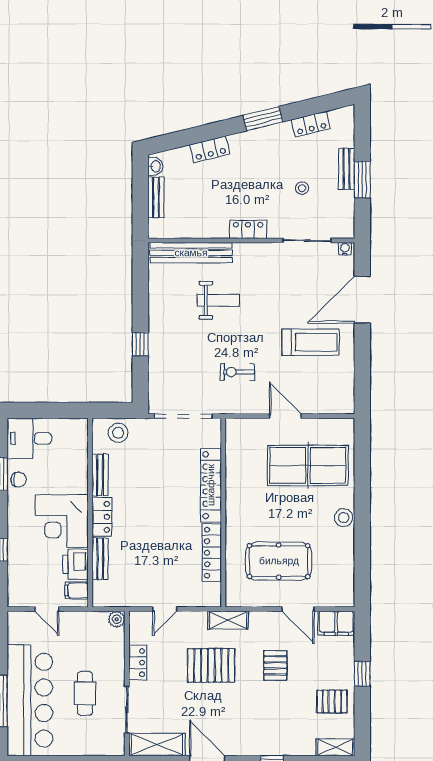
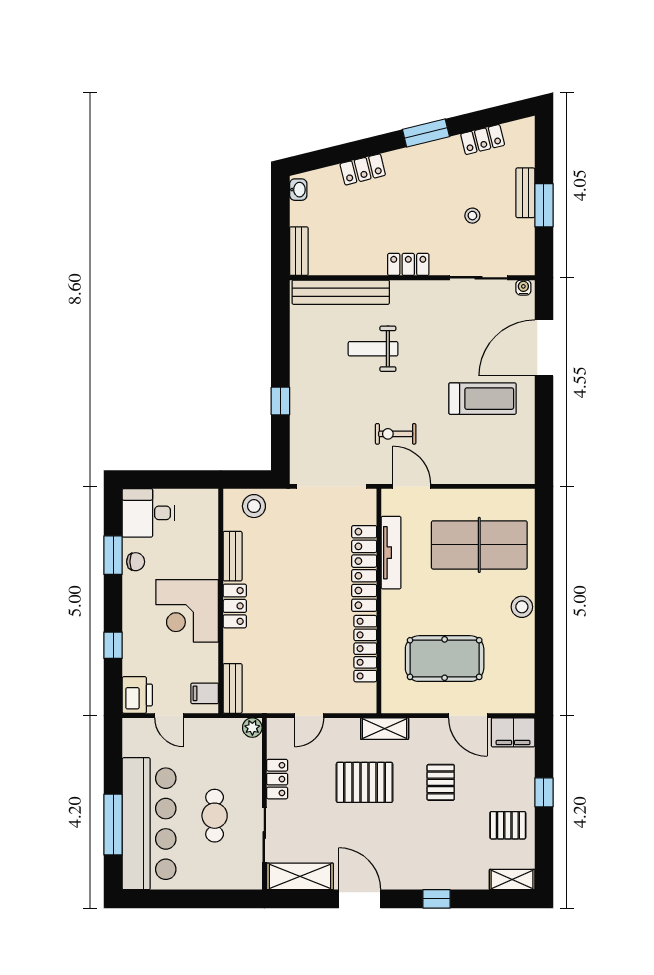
bench: (156, 197) -> (299, 251), moved
weight bench: (218, 300) -> (373, 349), turned 180
door: (285, 416) -> (412, 486), moved
tv unit: (234, 472) -> (391, 553), added
bench: (100, 559) -> (233, 688), moved
printer: (76, 564) -> (137, 695), moved, turned 180

